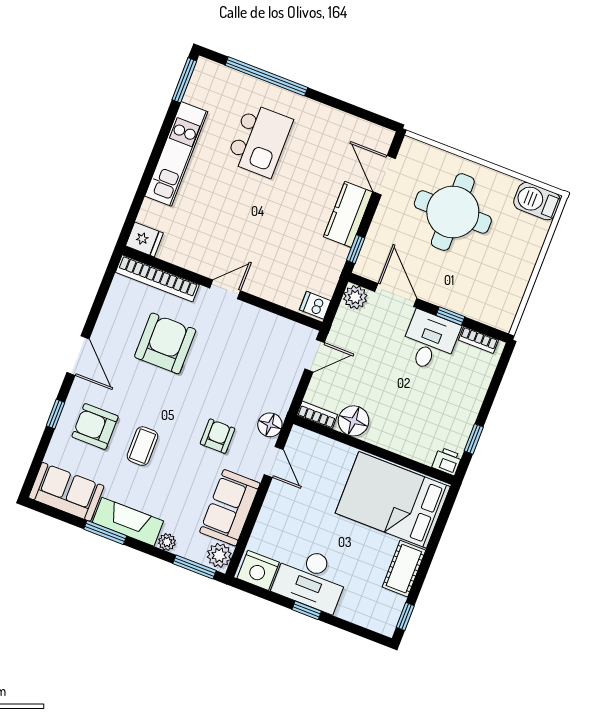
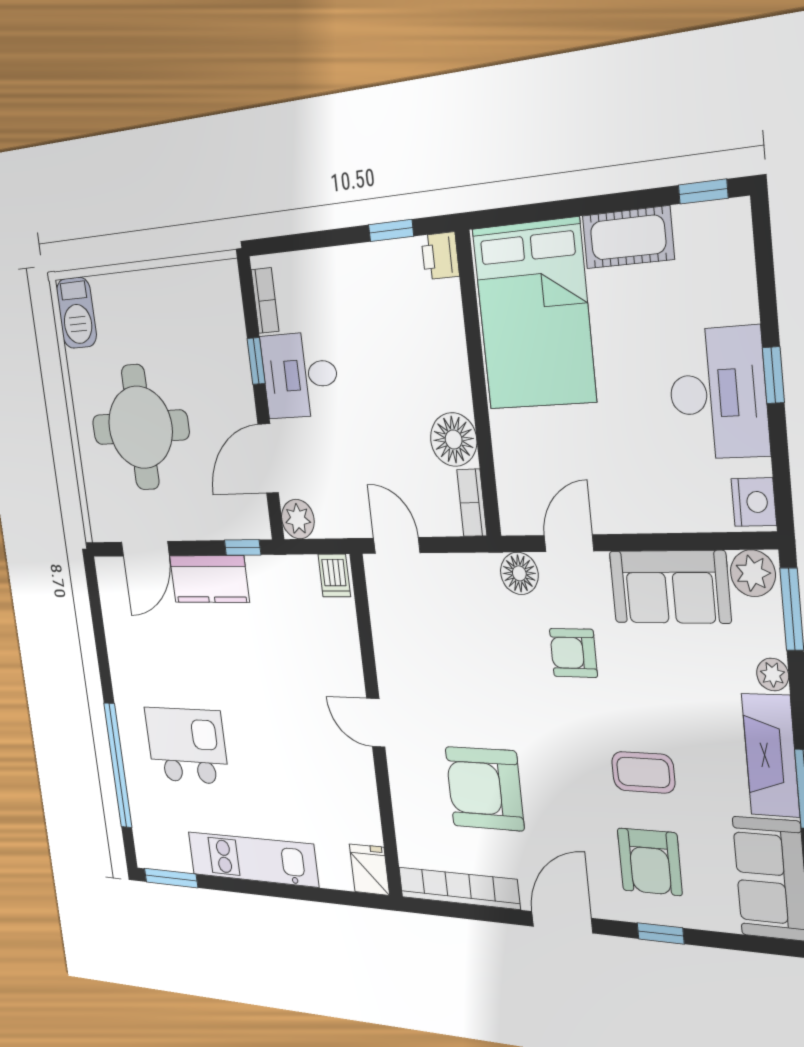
bookcase: (157, 278) -> (459, 888), moved, turned -90
nightstand: (258, 570) -> (754, 502), width x0.74, depth x0.75

